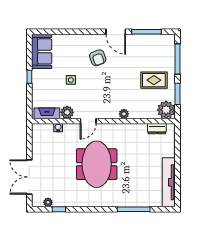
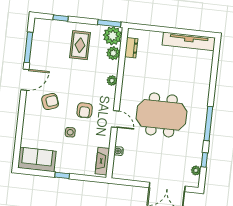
window: (177, 59) -> (61, 18), width x0.46
armchair: (93, 91) -> (85, 110), added
window: (177, 94) -> (109, 23), moved
plant: (67, 112) -> (113, 53), moved
window: (134, 209) -> (208, 123), moved

